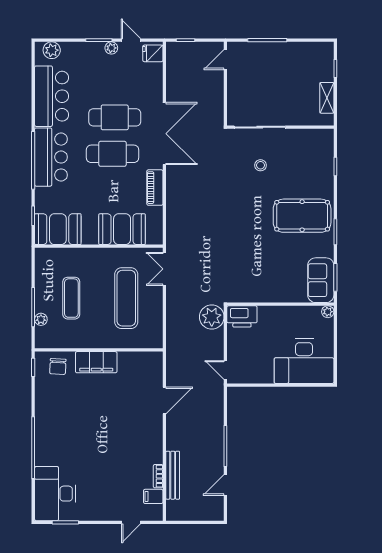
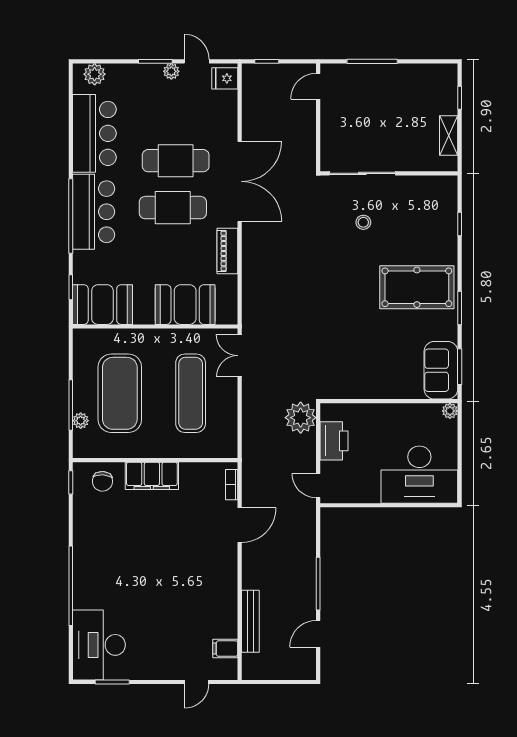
exercise mat: (71, 298) -> (120, 393), width x2.00, depth x1.45
printer: (242, 316) -> (334, 441), moved, turned -90
bookcase: (158, 476) -> (232, 485), moved

